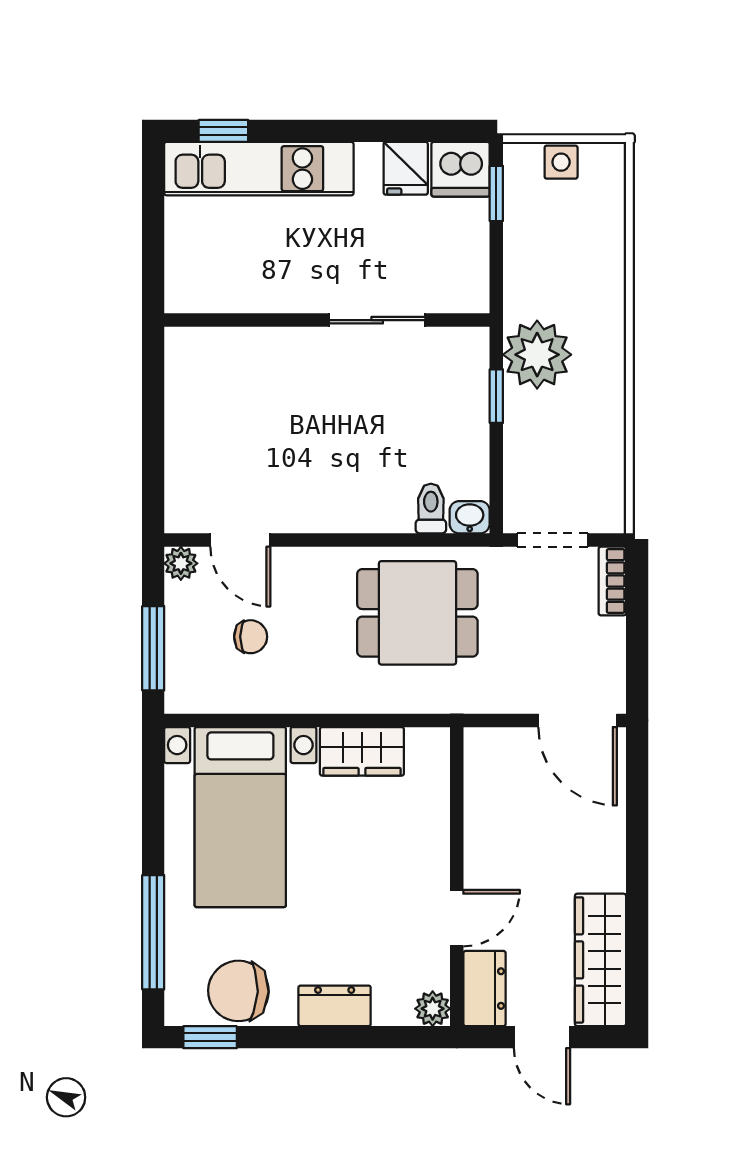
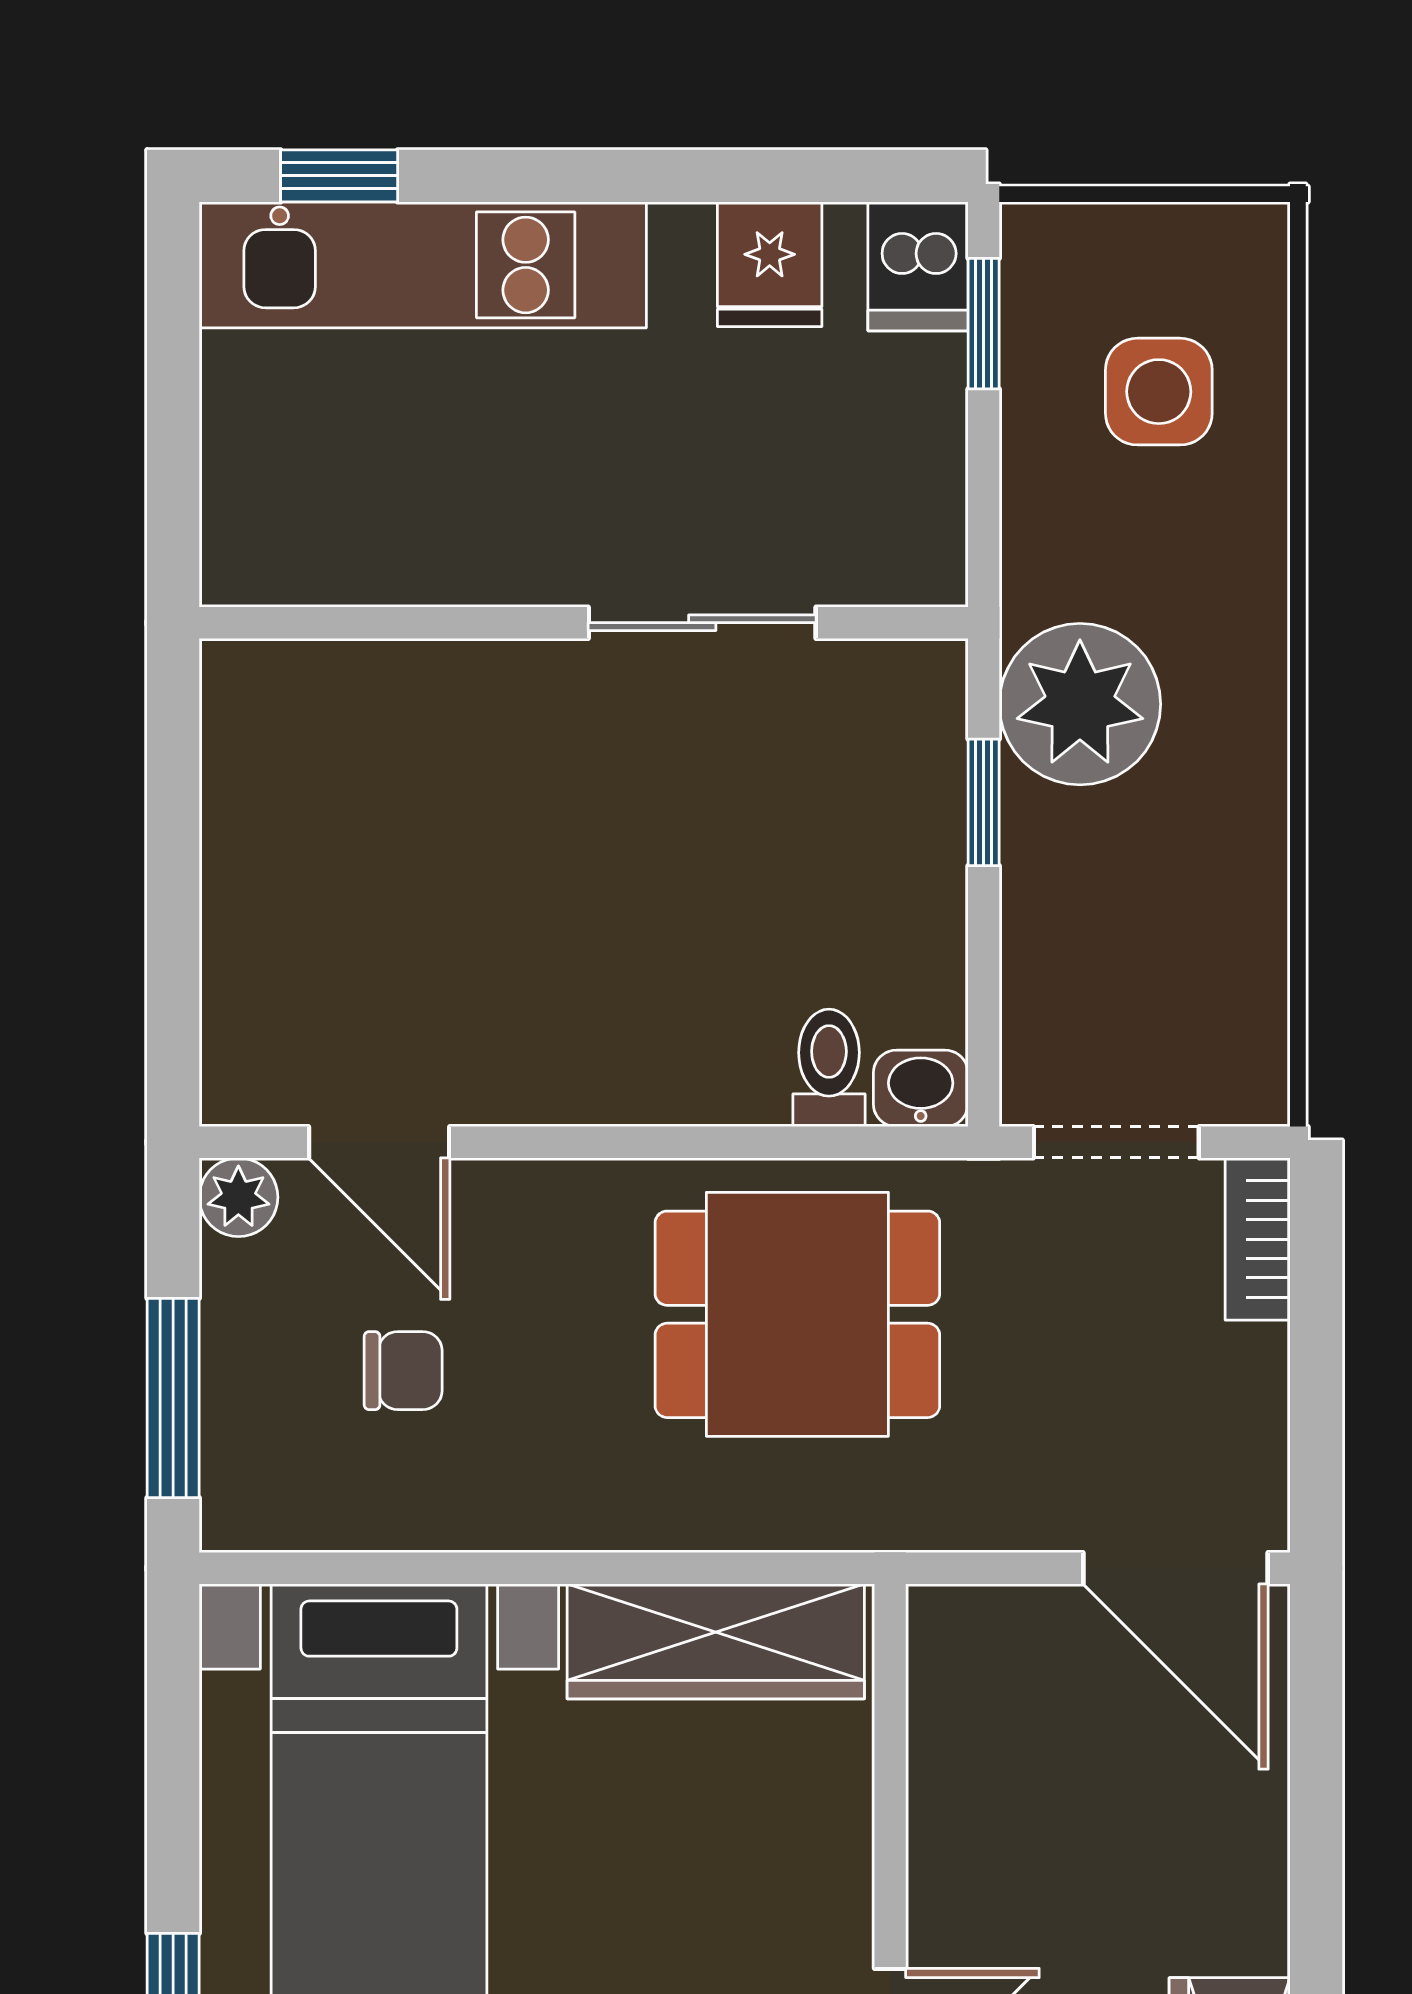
side table: (561, 162) -> (1159, 392), moved, width x1.37, depth x1.37
dishwasher: (461, 169) -> (918, 266), width x0.73
wardrobe: (362, 751) -> (716, 1641), width x1.50

